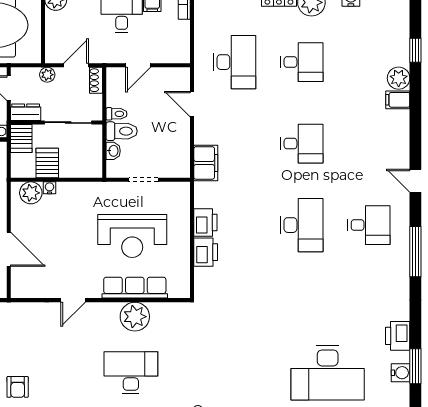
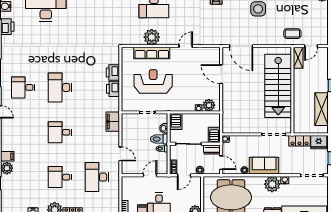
server rack: (47, 163) -> (176, 122), moved

